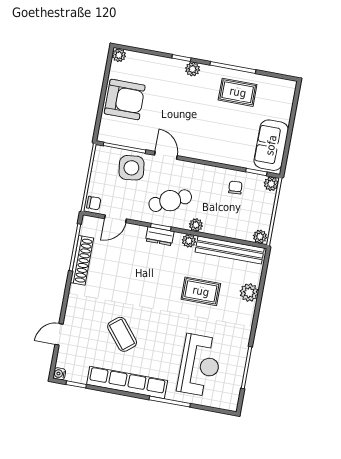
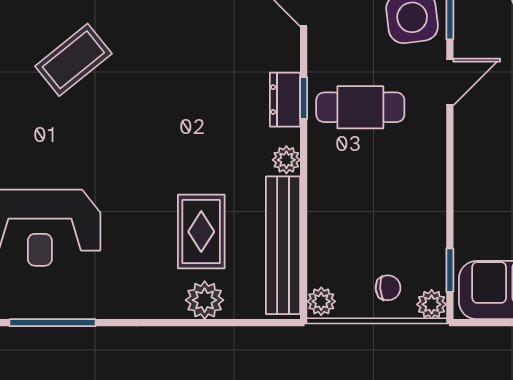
chair: (235, 188) -> (388, 288), moved
cafe table: (170, 201) -> (360, 107), turned -65
plant: (196, 225) -> (321, 168), removed
rug: (201, 291) -> (201, 232), moved

